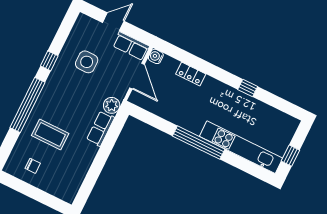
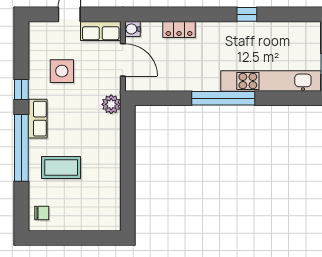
row of seats: (100, 129) -> (38, 119), moved, turned 180
chair: (33, 166) -> (42, 213), moved

